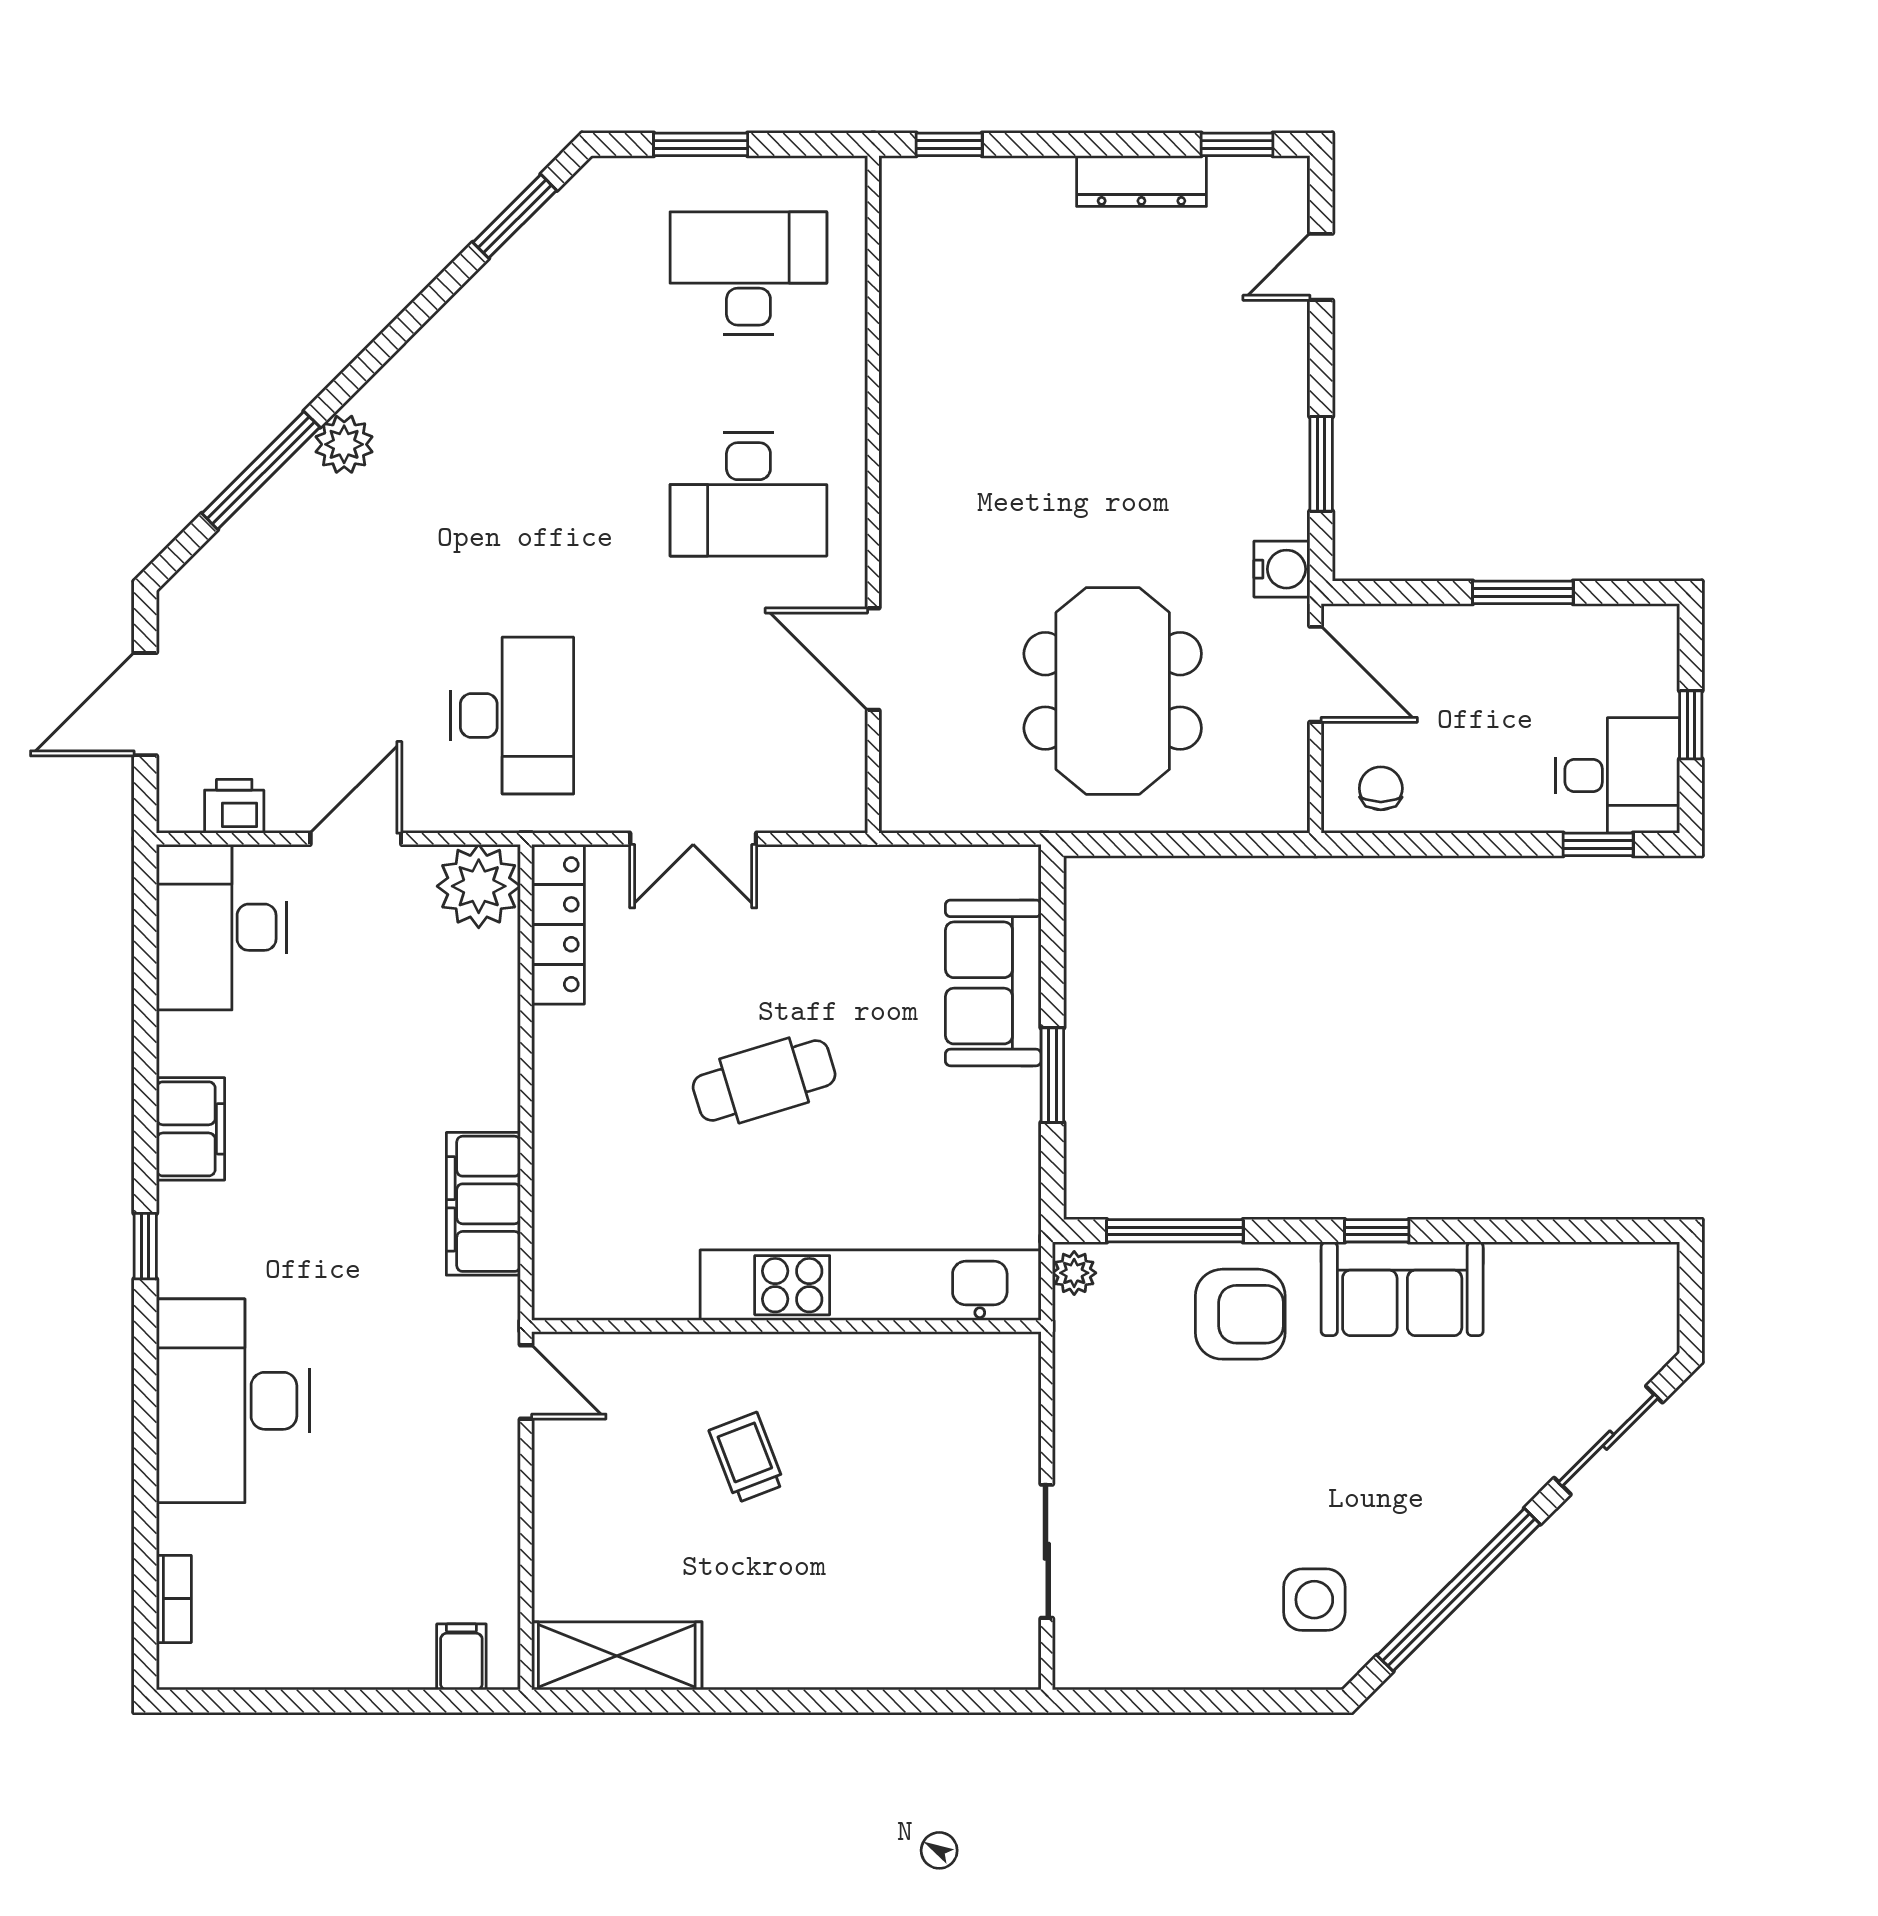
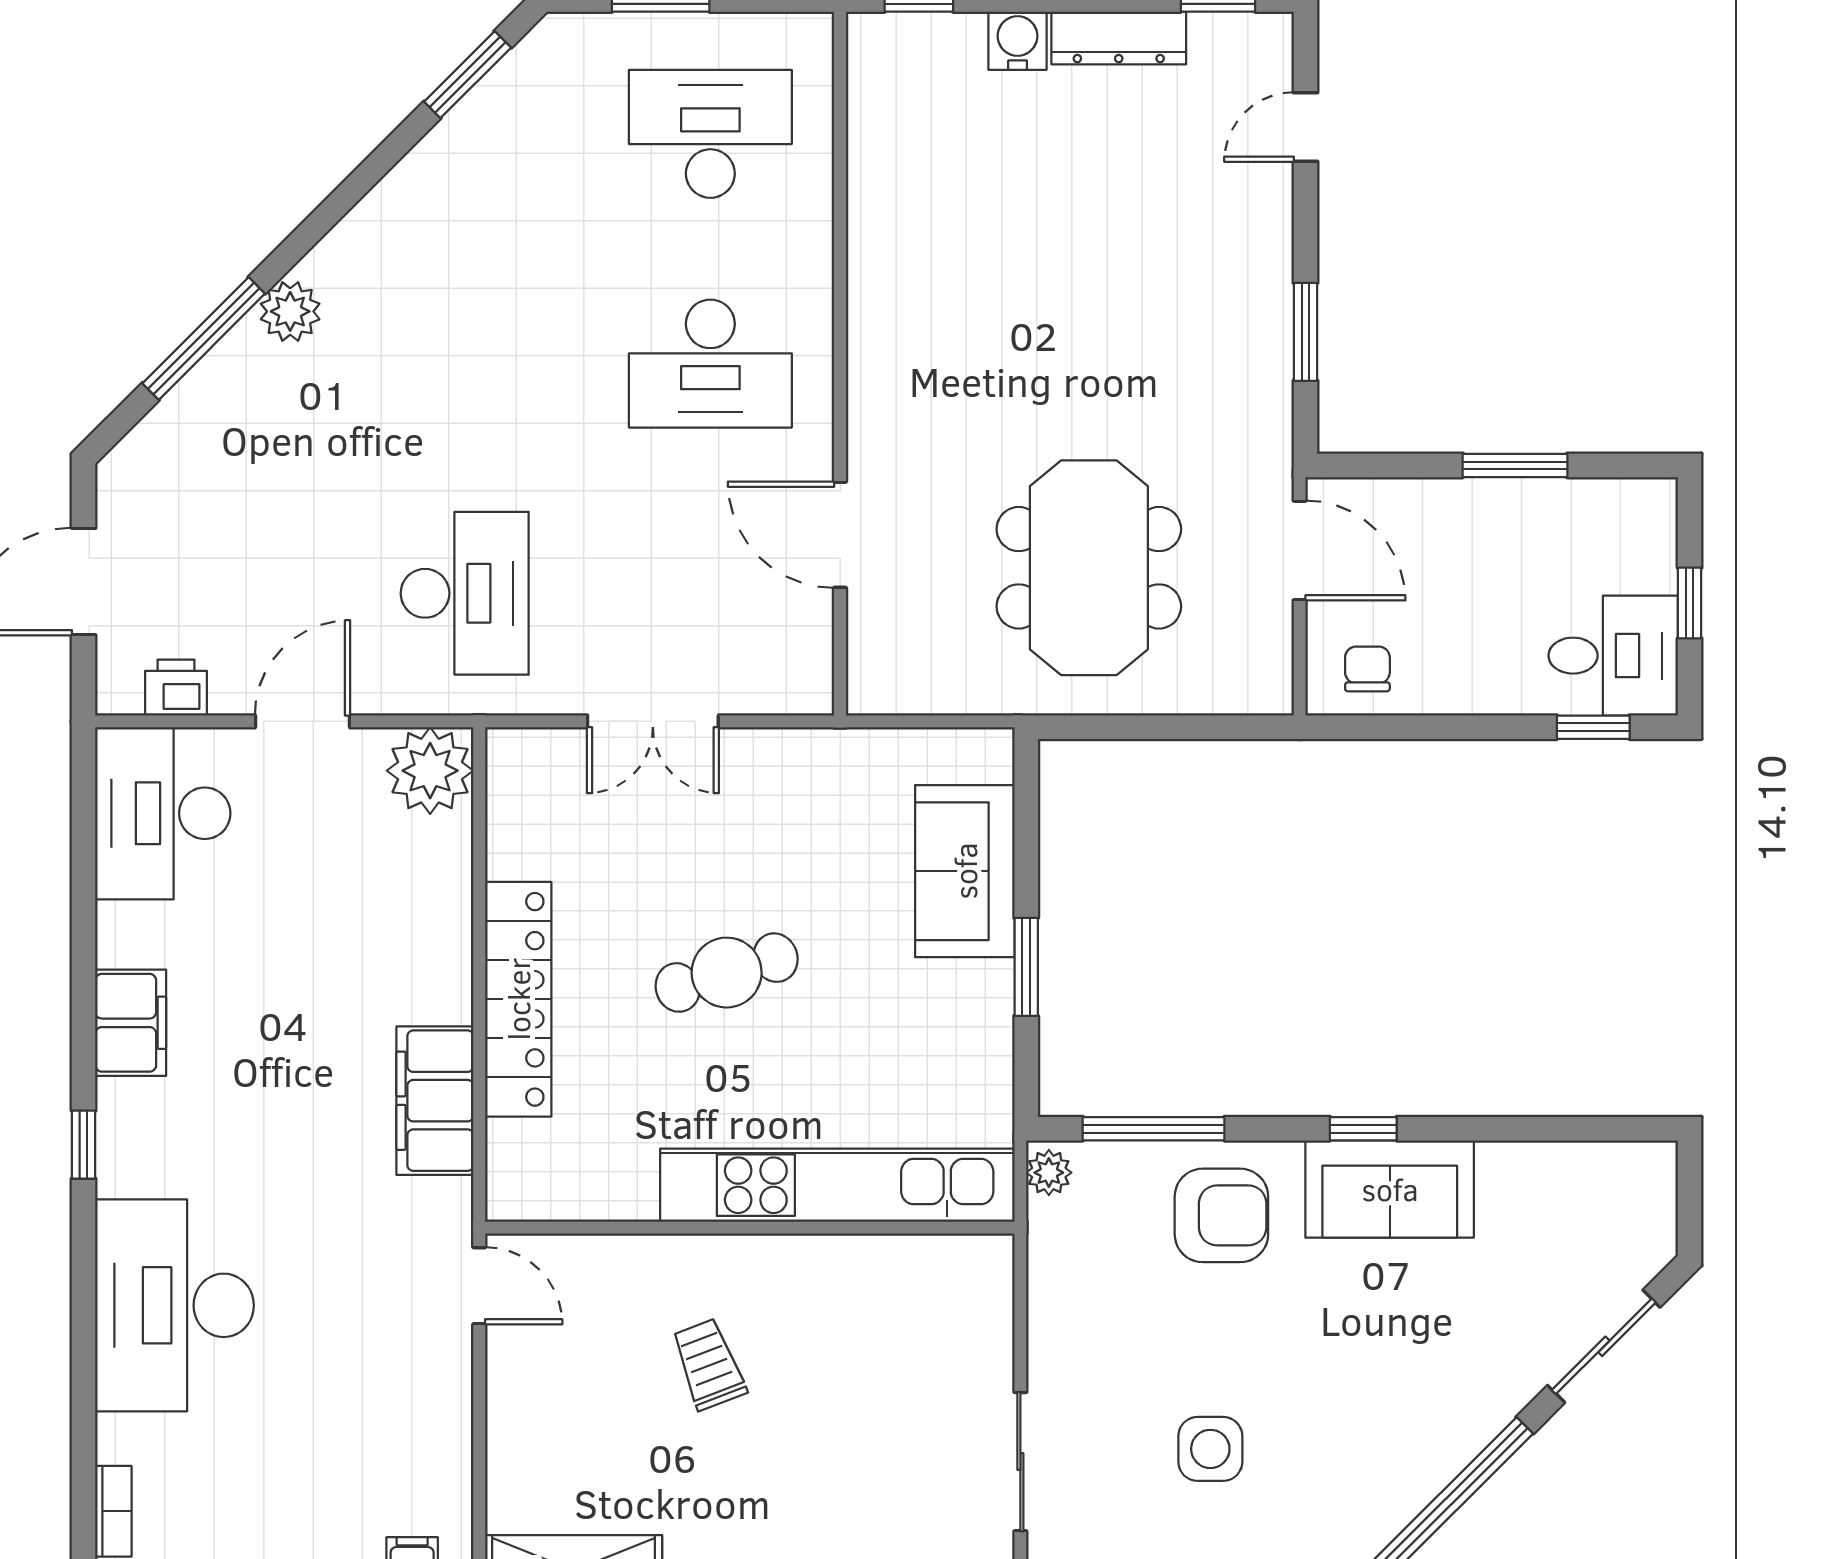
water cooler: (1282, 569) -> (1017, 41), moved, turned -90
locker: (558, 924) -> (518, 999), moved, width x1.41, depth x1.21
side table: (1314, 1600) -> (1210, 1449), moved

